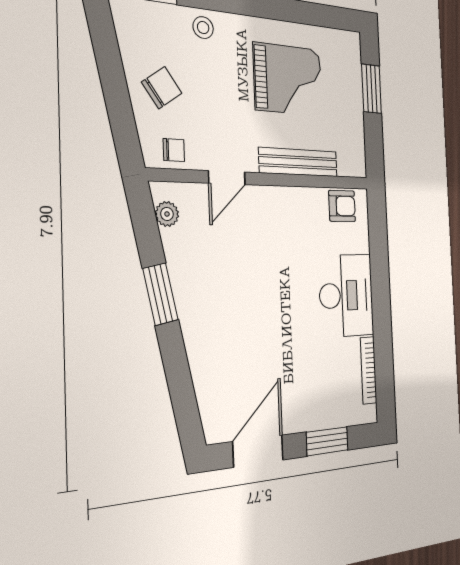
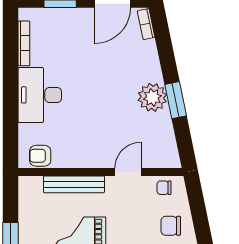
chair: (162, 88) -> (171, 226), turned 35
plant: (167, 214) -> (152, 97), moved, width x1.88, depth x1.88
bookcase: (209, 418) -> (146, 24), added

